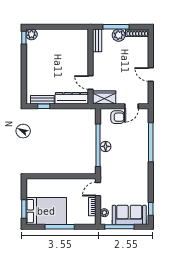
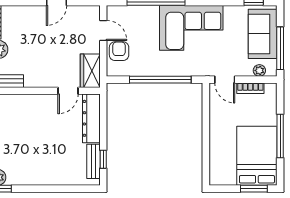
floor lamp: (106, 146) -> (162, 69), removed
corner sofa: (133, 166) -> (191, 28), added

